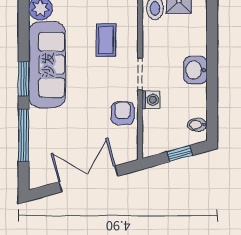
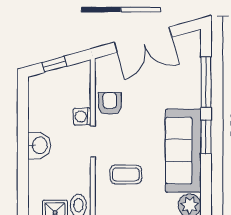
coffee table: (106, 40) -> (126, 174), turned 90
armchair: (123, 113) -> (110, 103), turned 180
bidet: (197, 125) -> (37, 92), removed

